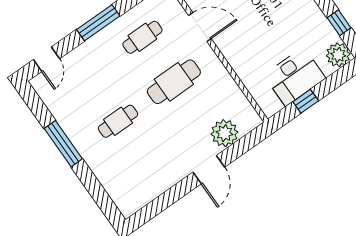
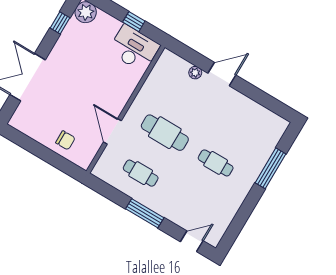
desk: (295, 77) -> (134, 48), moved
plant: (224, 133) -> (195, 73), width x0.53, depth x0.53
window: (63, 144) -> (270, 168), moved

